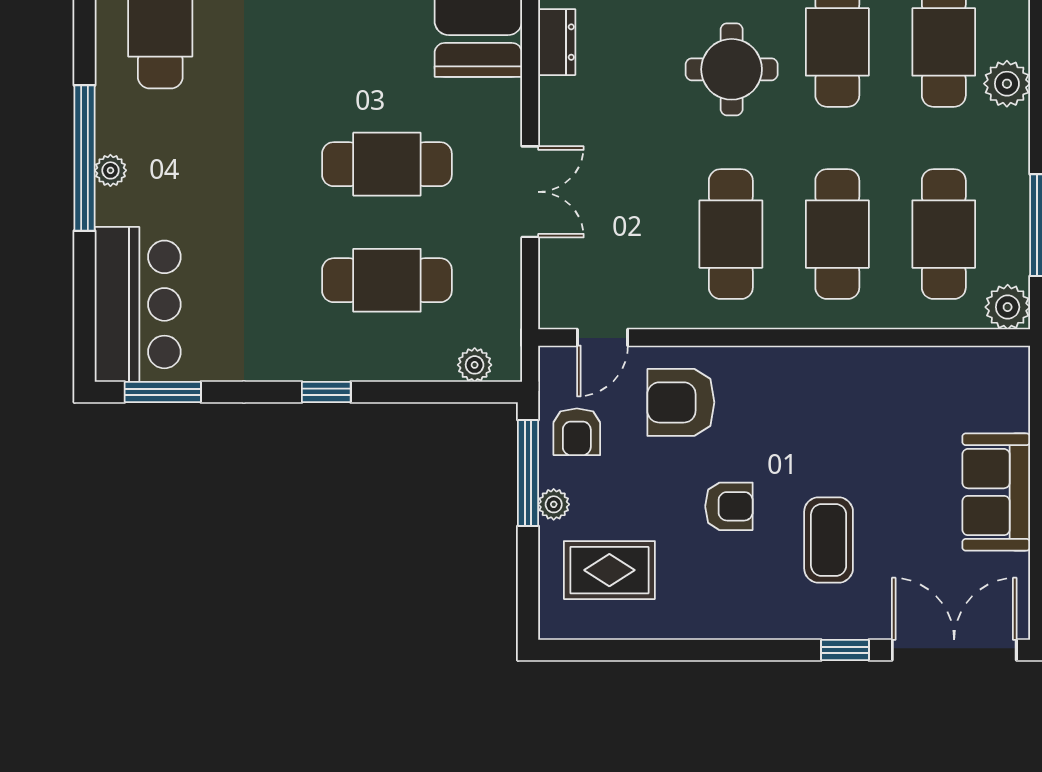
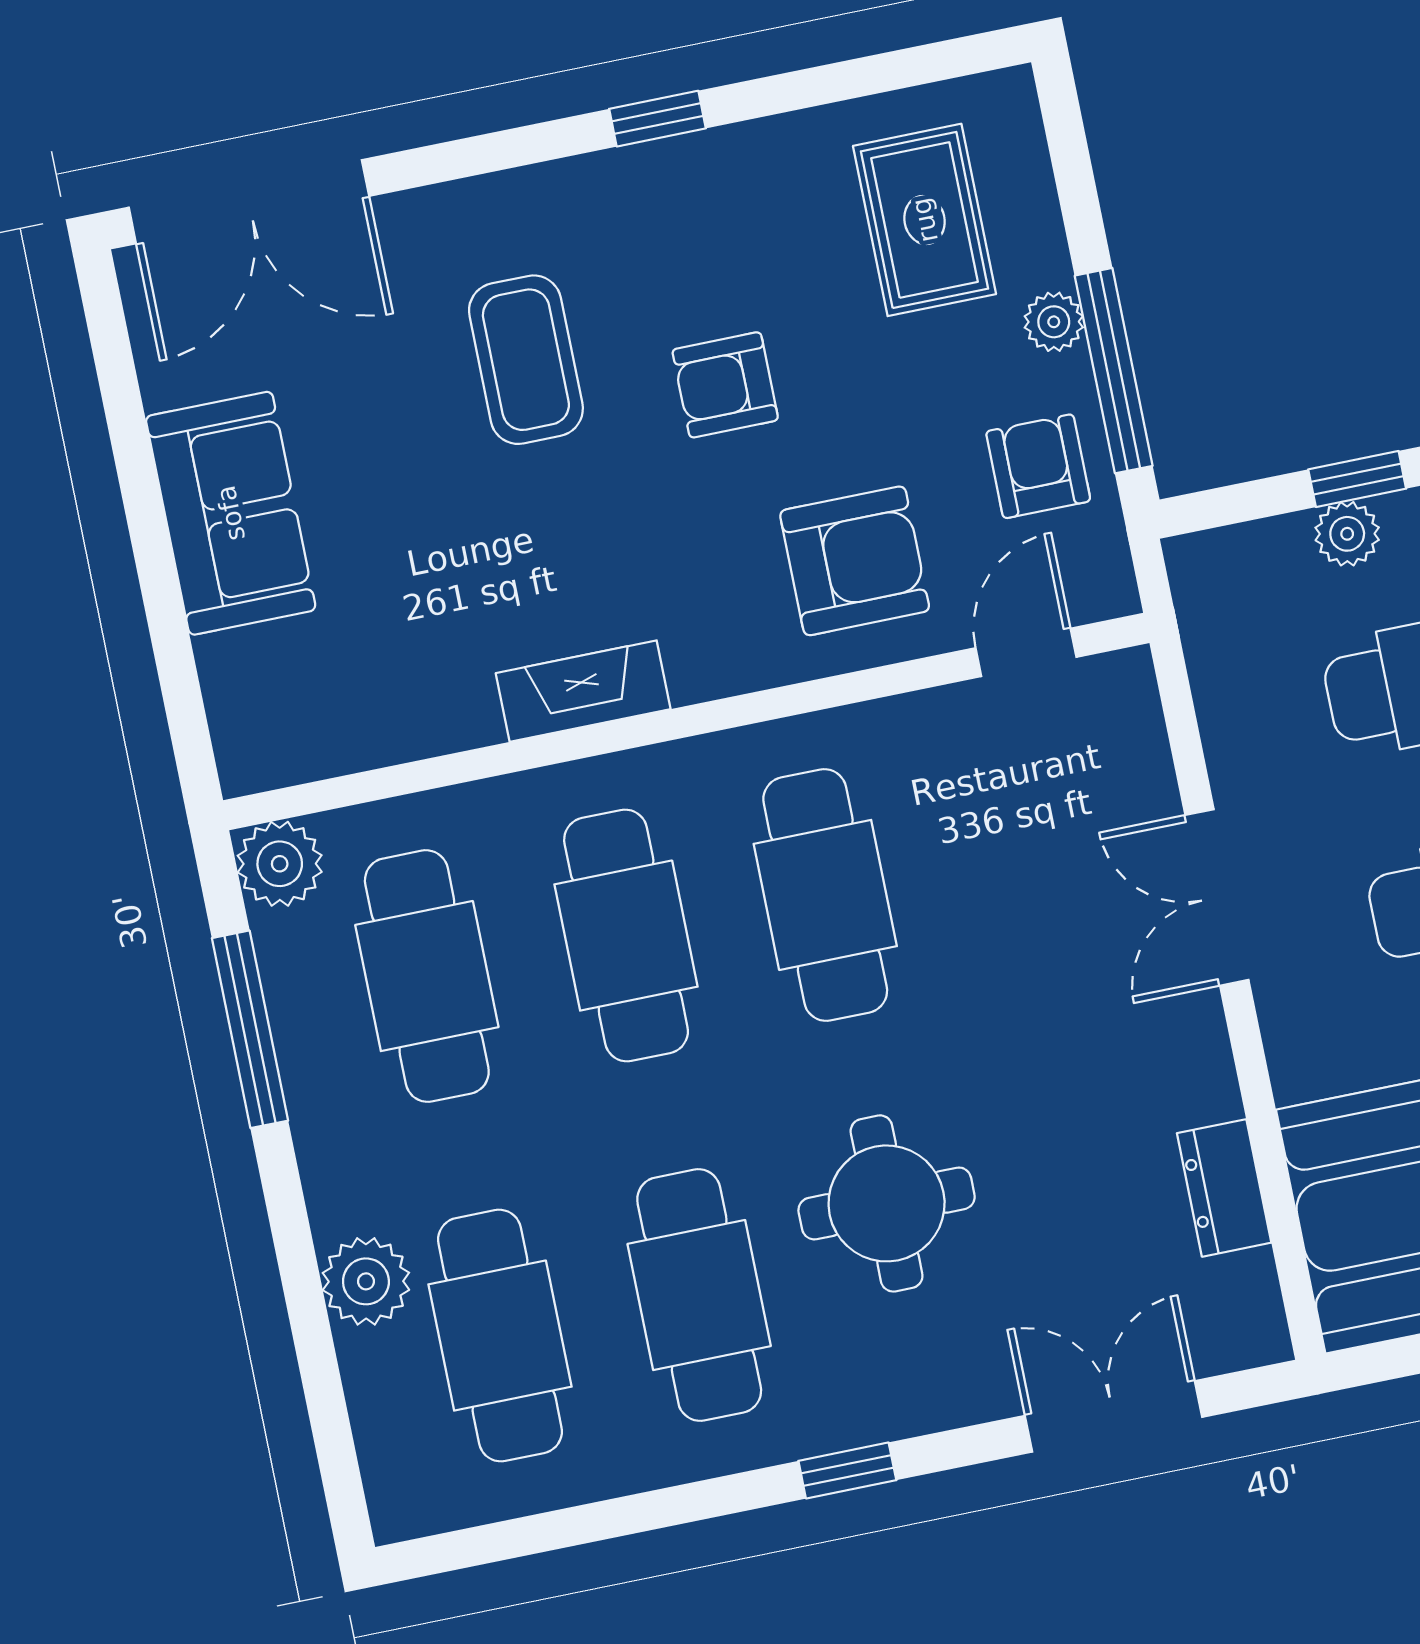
fireplace: (834, 364) -> (583, 691), added
plant: (475, 365) -> (1347, 534), moved
window: (414, 392) -> (1357, 479), added
rug: (609, 570) -> (925, 220), turned 90
window: (845, 650) -> (657, 119), moved

